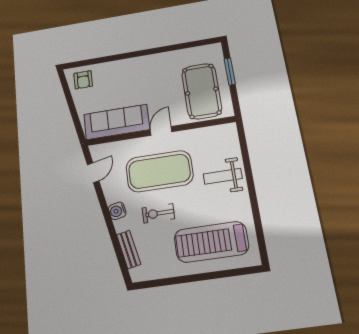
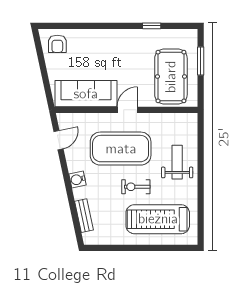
window: (174, 47) -> (152, 26), added
weight bench: (223, 176) -> (177, 162), turned 90
exercise bike: (158, 213) -> (136, 187), moved

